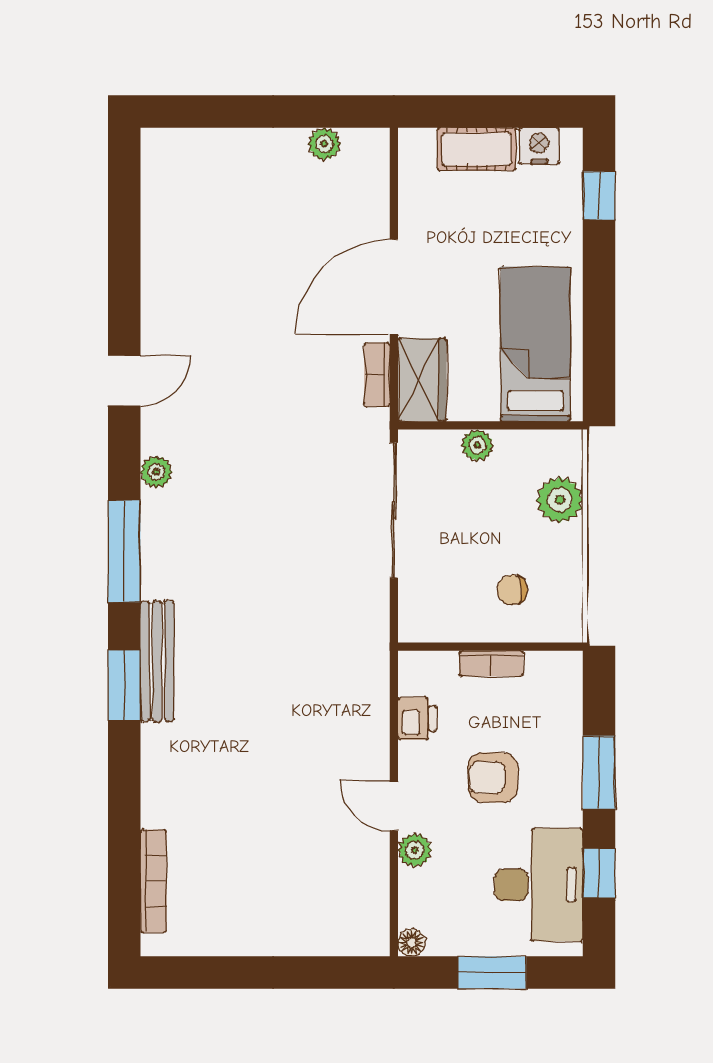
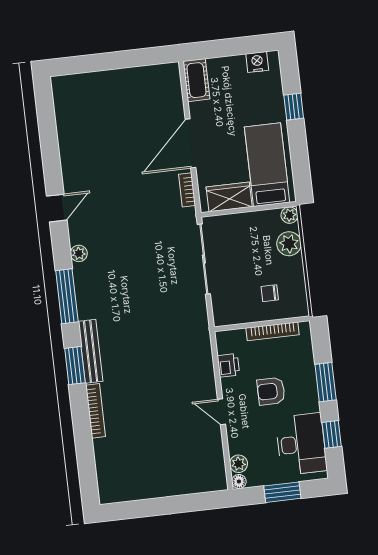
plant: (324, 144) -> (146, 74), removed
cot: (477, 149) -> (196, 80), moved, turned 90
window: (599, 196) -> (294, 107), moved
wardrobe: (422, 380) -> (229, 197), moved, turned -90
plant: (477, 445) -> (289, 215), moved
bookcase: (491, 664) -> (273, 331), width x1.56
plant: (415, 850) -> (239, 464), moved
bookcase: (153, 881) -> (96, 411), moved

